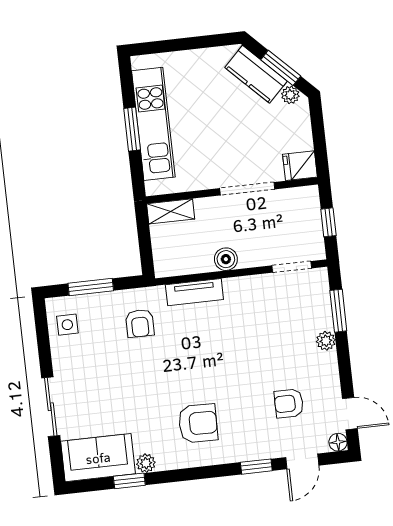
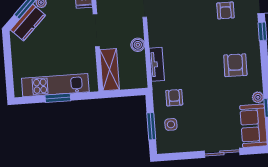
shelving: (171, 211) -> (110, 70), width x1.50, depth x1.33
armchair: (140, 323) -> (174, 98), turned -90
side table: (67, 325) -> (171, 124), moved

